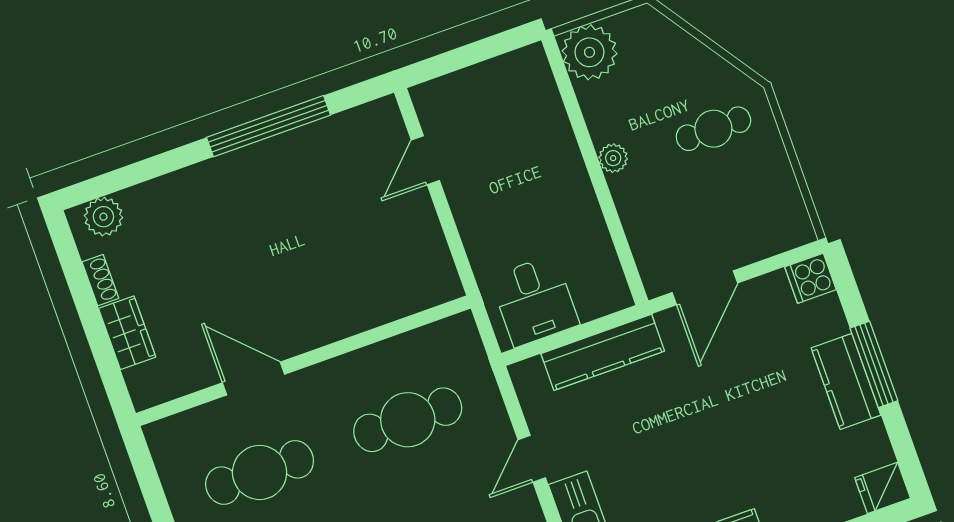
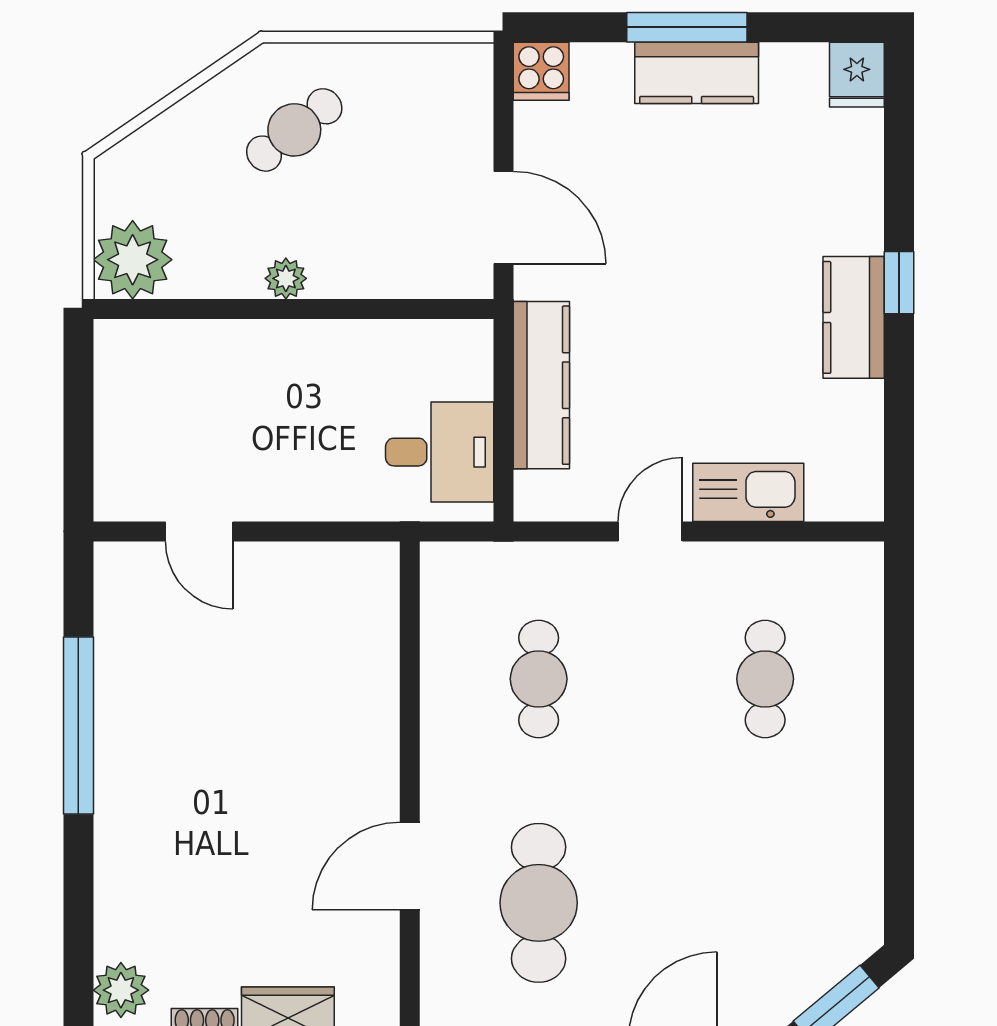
cafe table: (713, 129) -> (294, 130), turned 52
cafe table: (408, 420) -> (539, 679), width x0.73, depth x0.74
door: (532, 459) -> (650, 531), swing flipped

